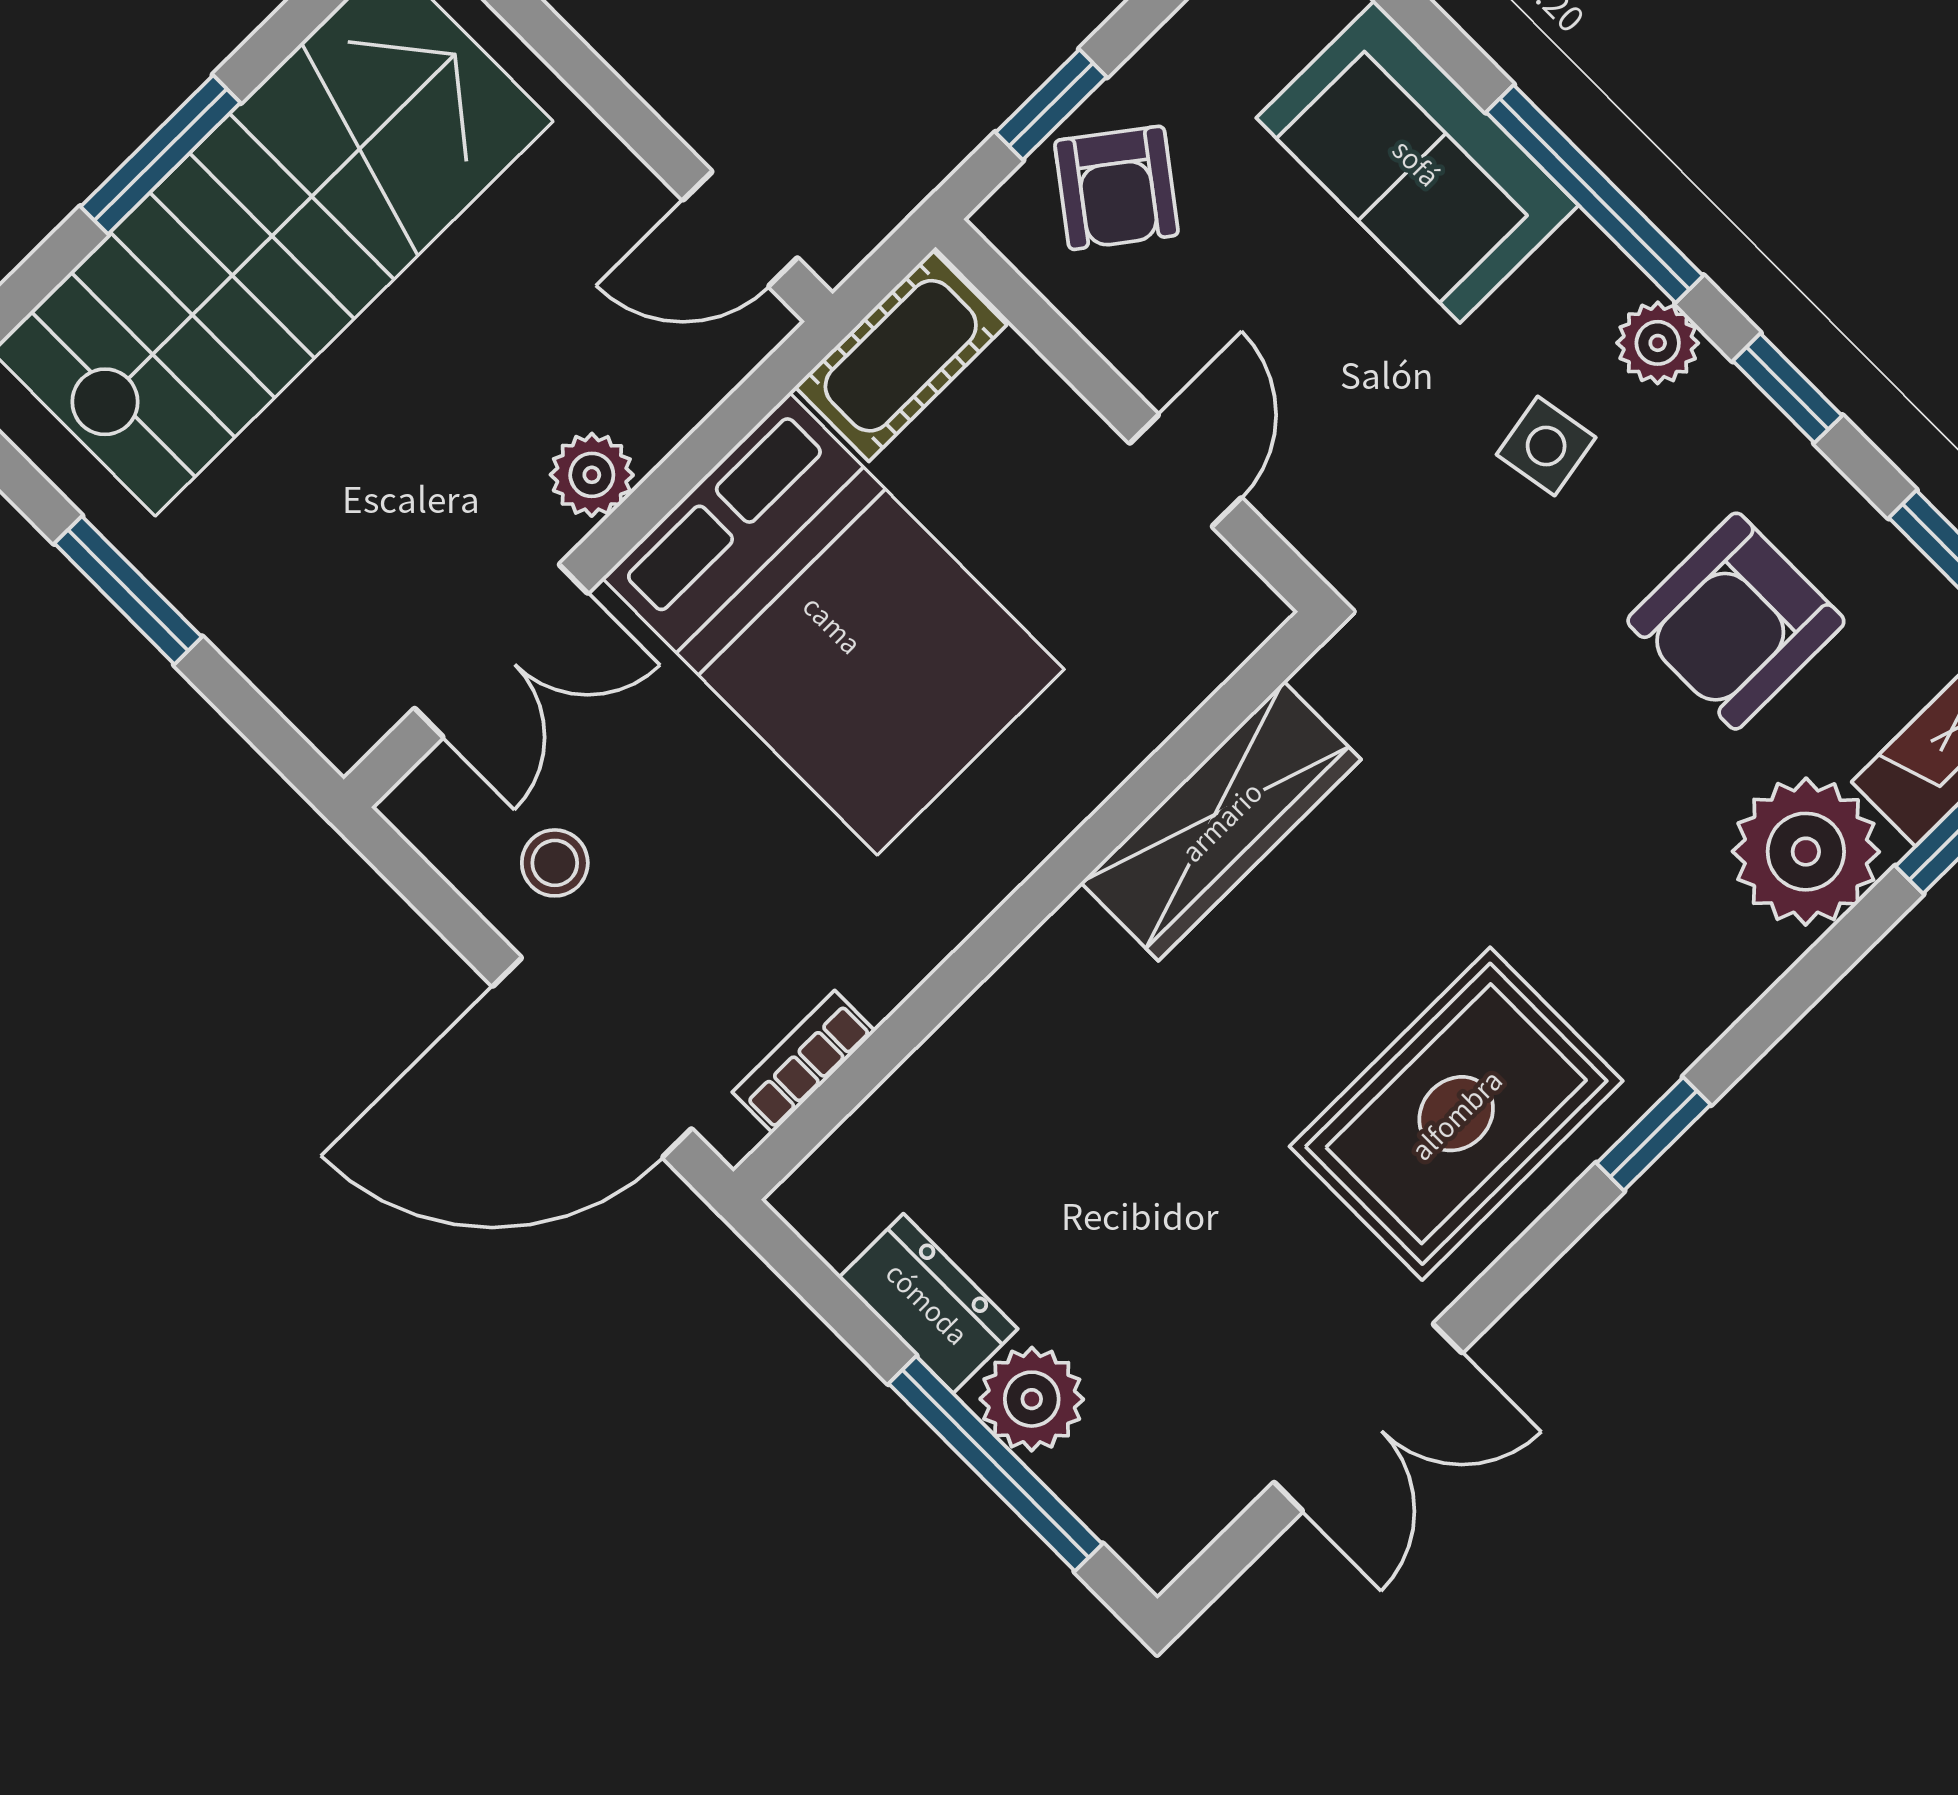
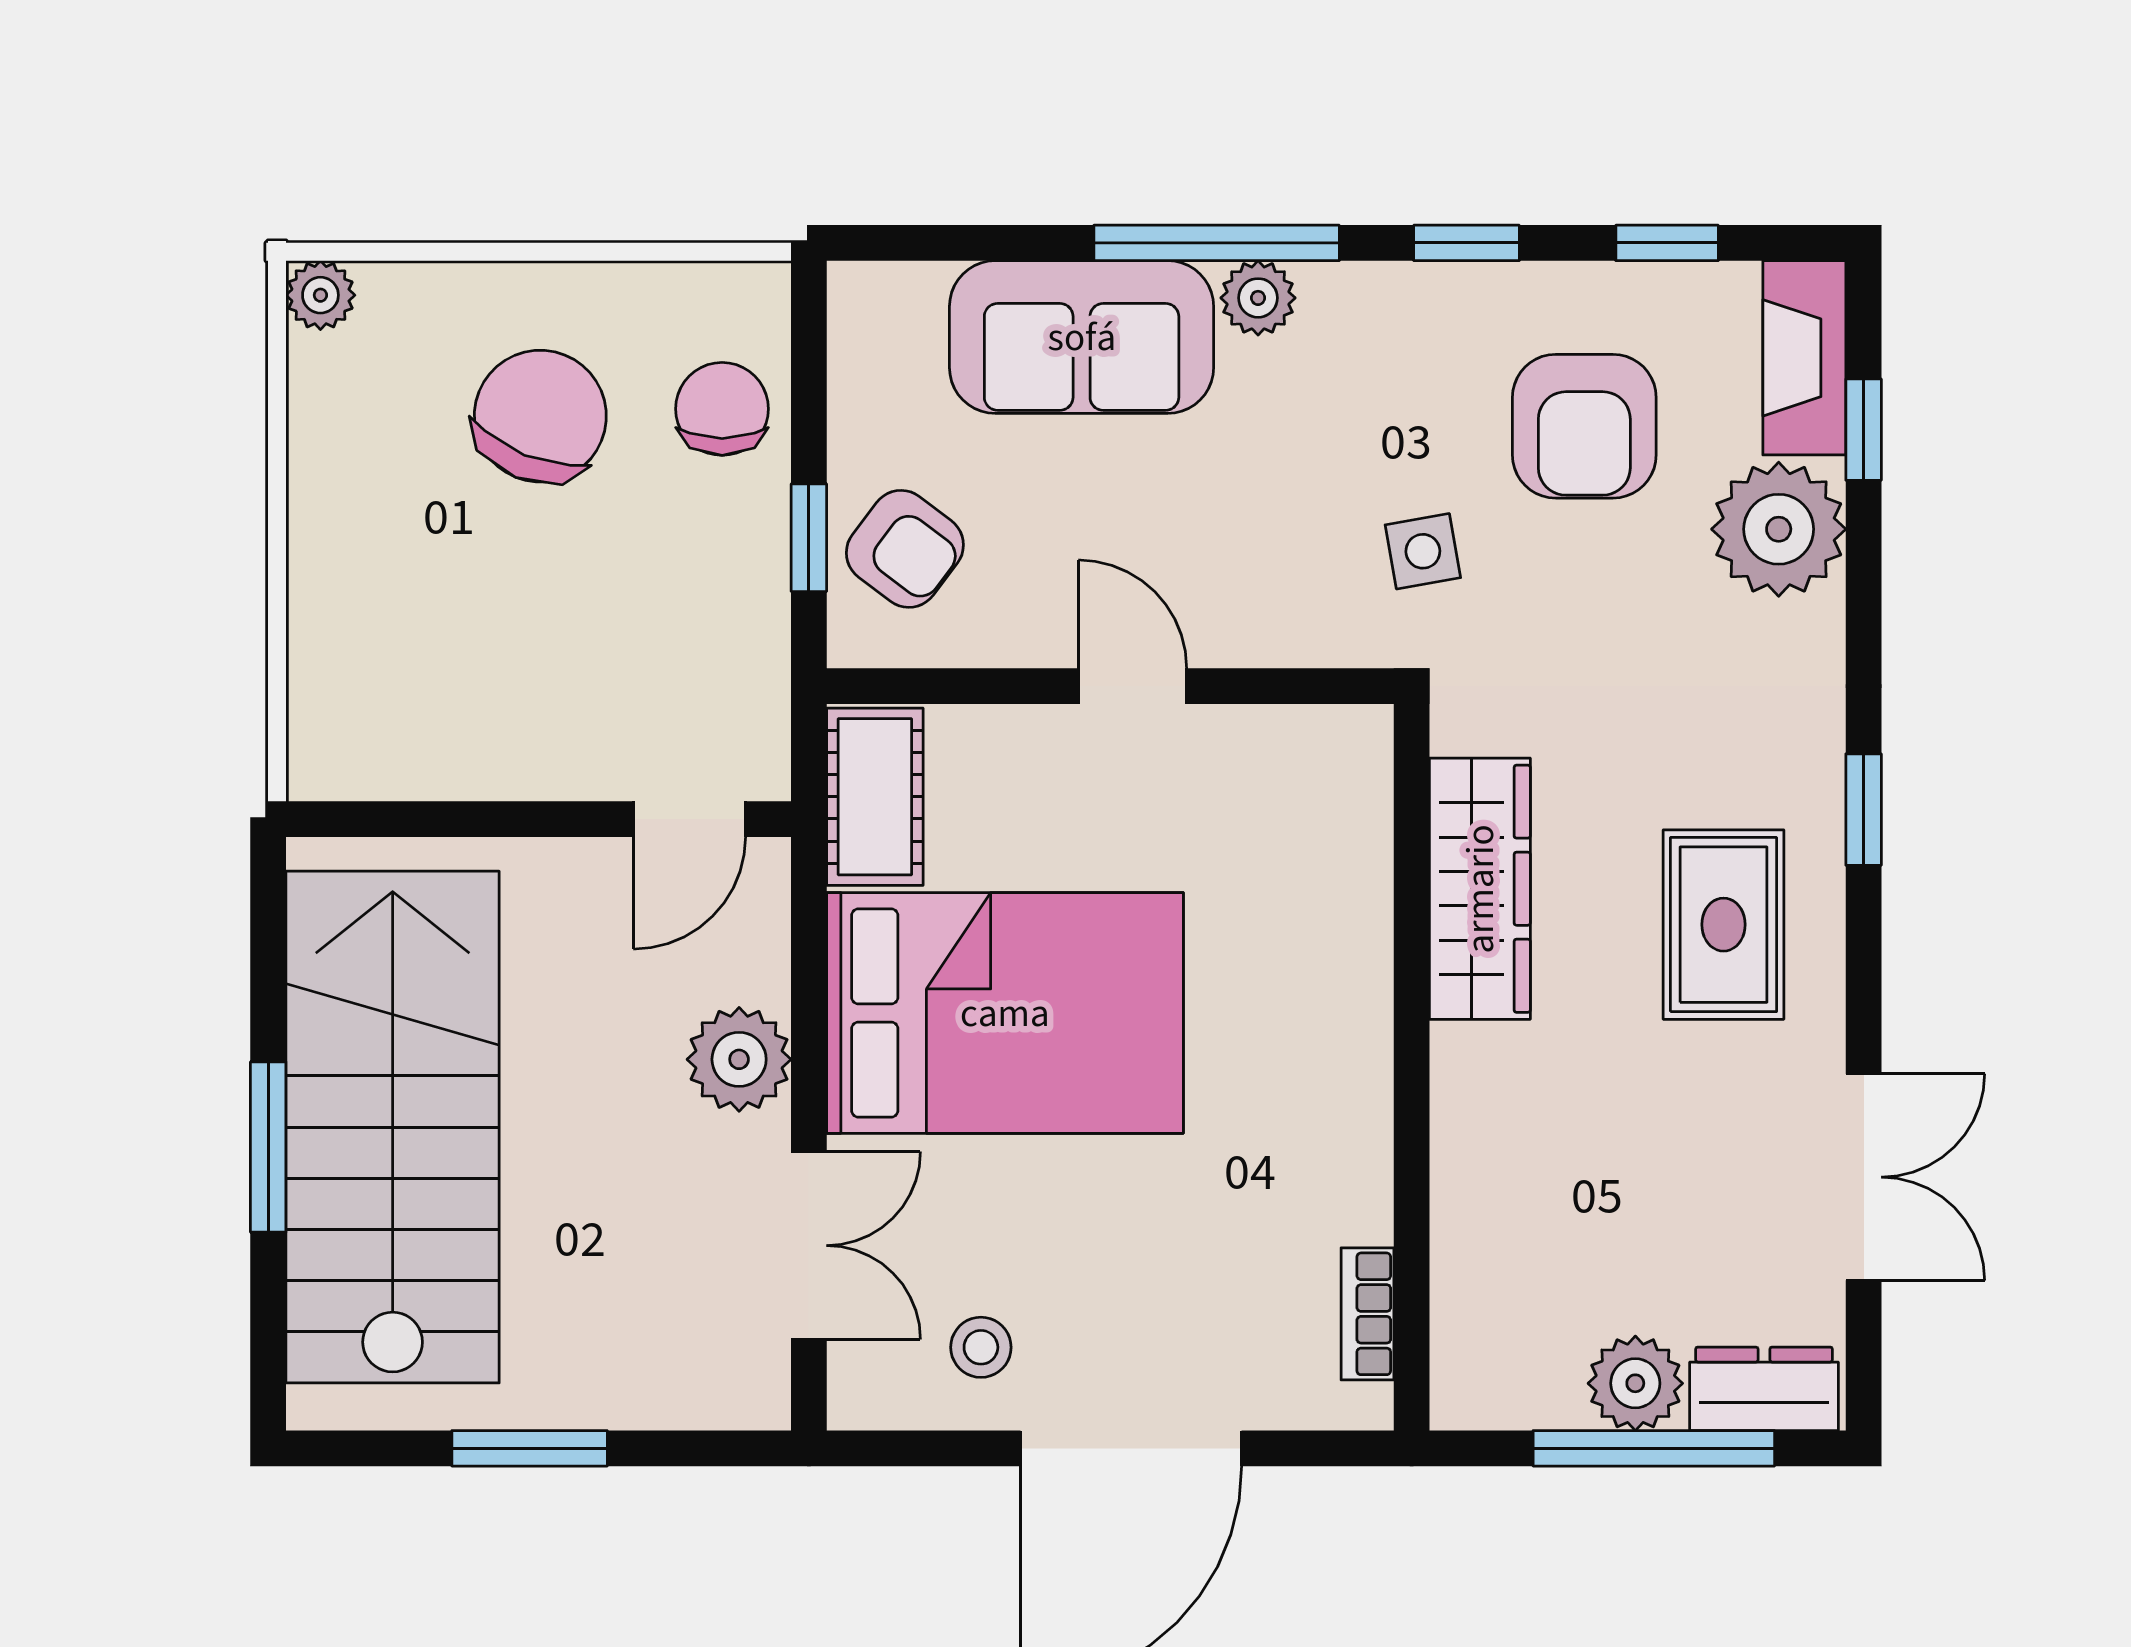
plant: (1658, 343) -> (1258, 298), moved
side table: (1546, 446) -> (1423, 551), moved
plant: (592, 475) -> (739, 1059), width x1.38, depth x1.38
wardrobe: (1221, 821) -> (1480, 889), moved
wall: (1029, 906) -> (1412, 1067), moved
bookcase: (804, 1062) -> (1367, 1314), moved
rug: (1456, 1114) -> (1724, 925), width x0.73, depth x0.70
dresser: (928, 1303) -> (1764, 1389), moved

